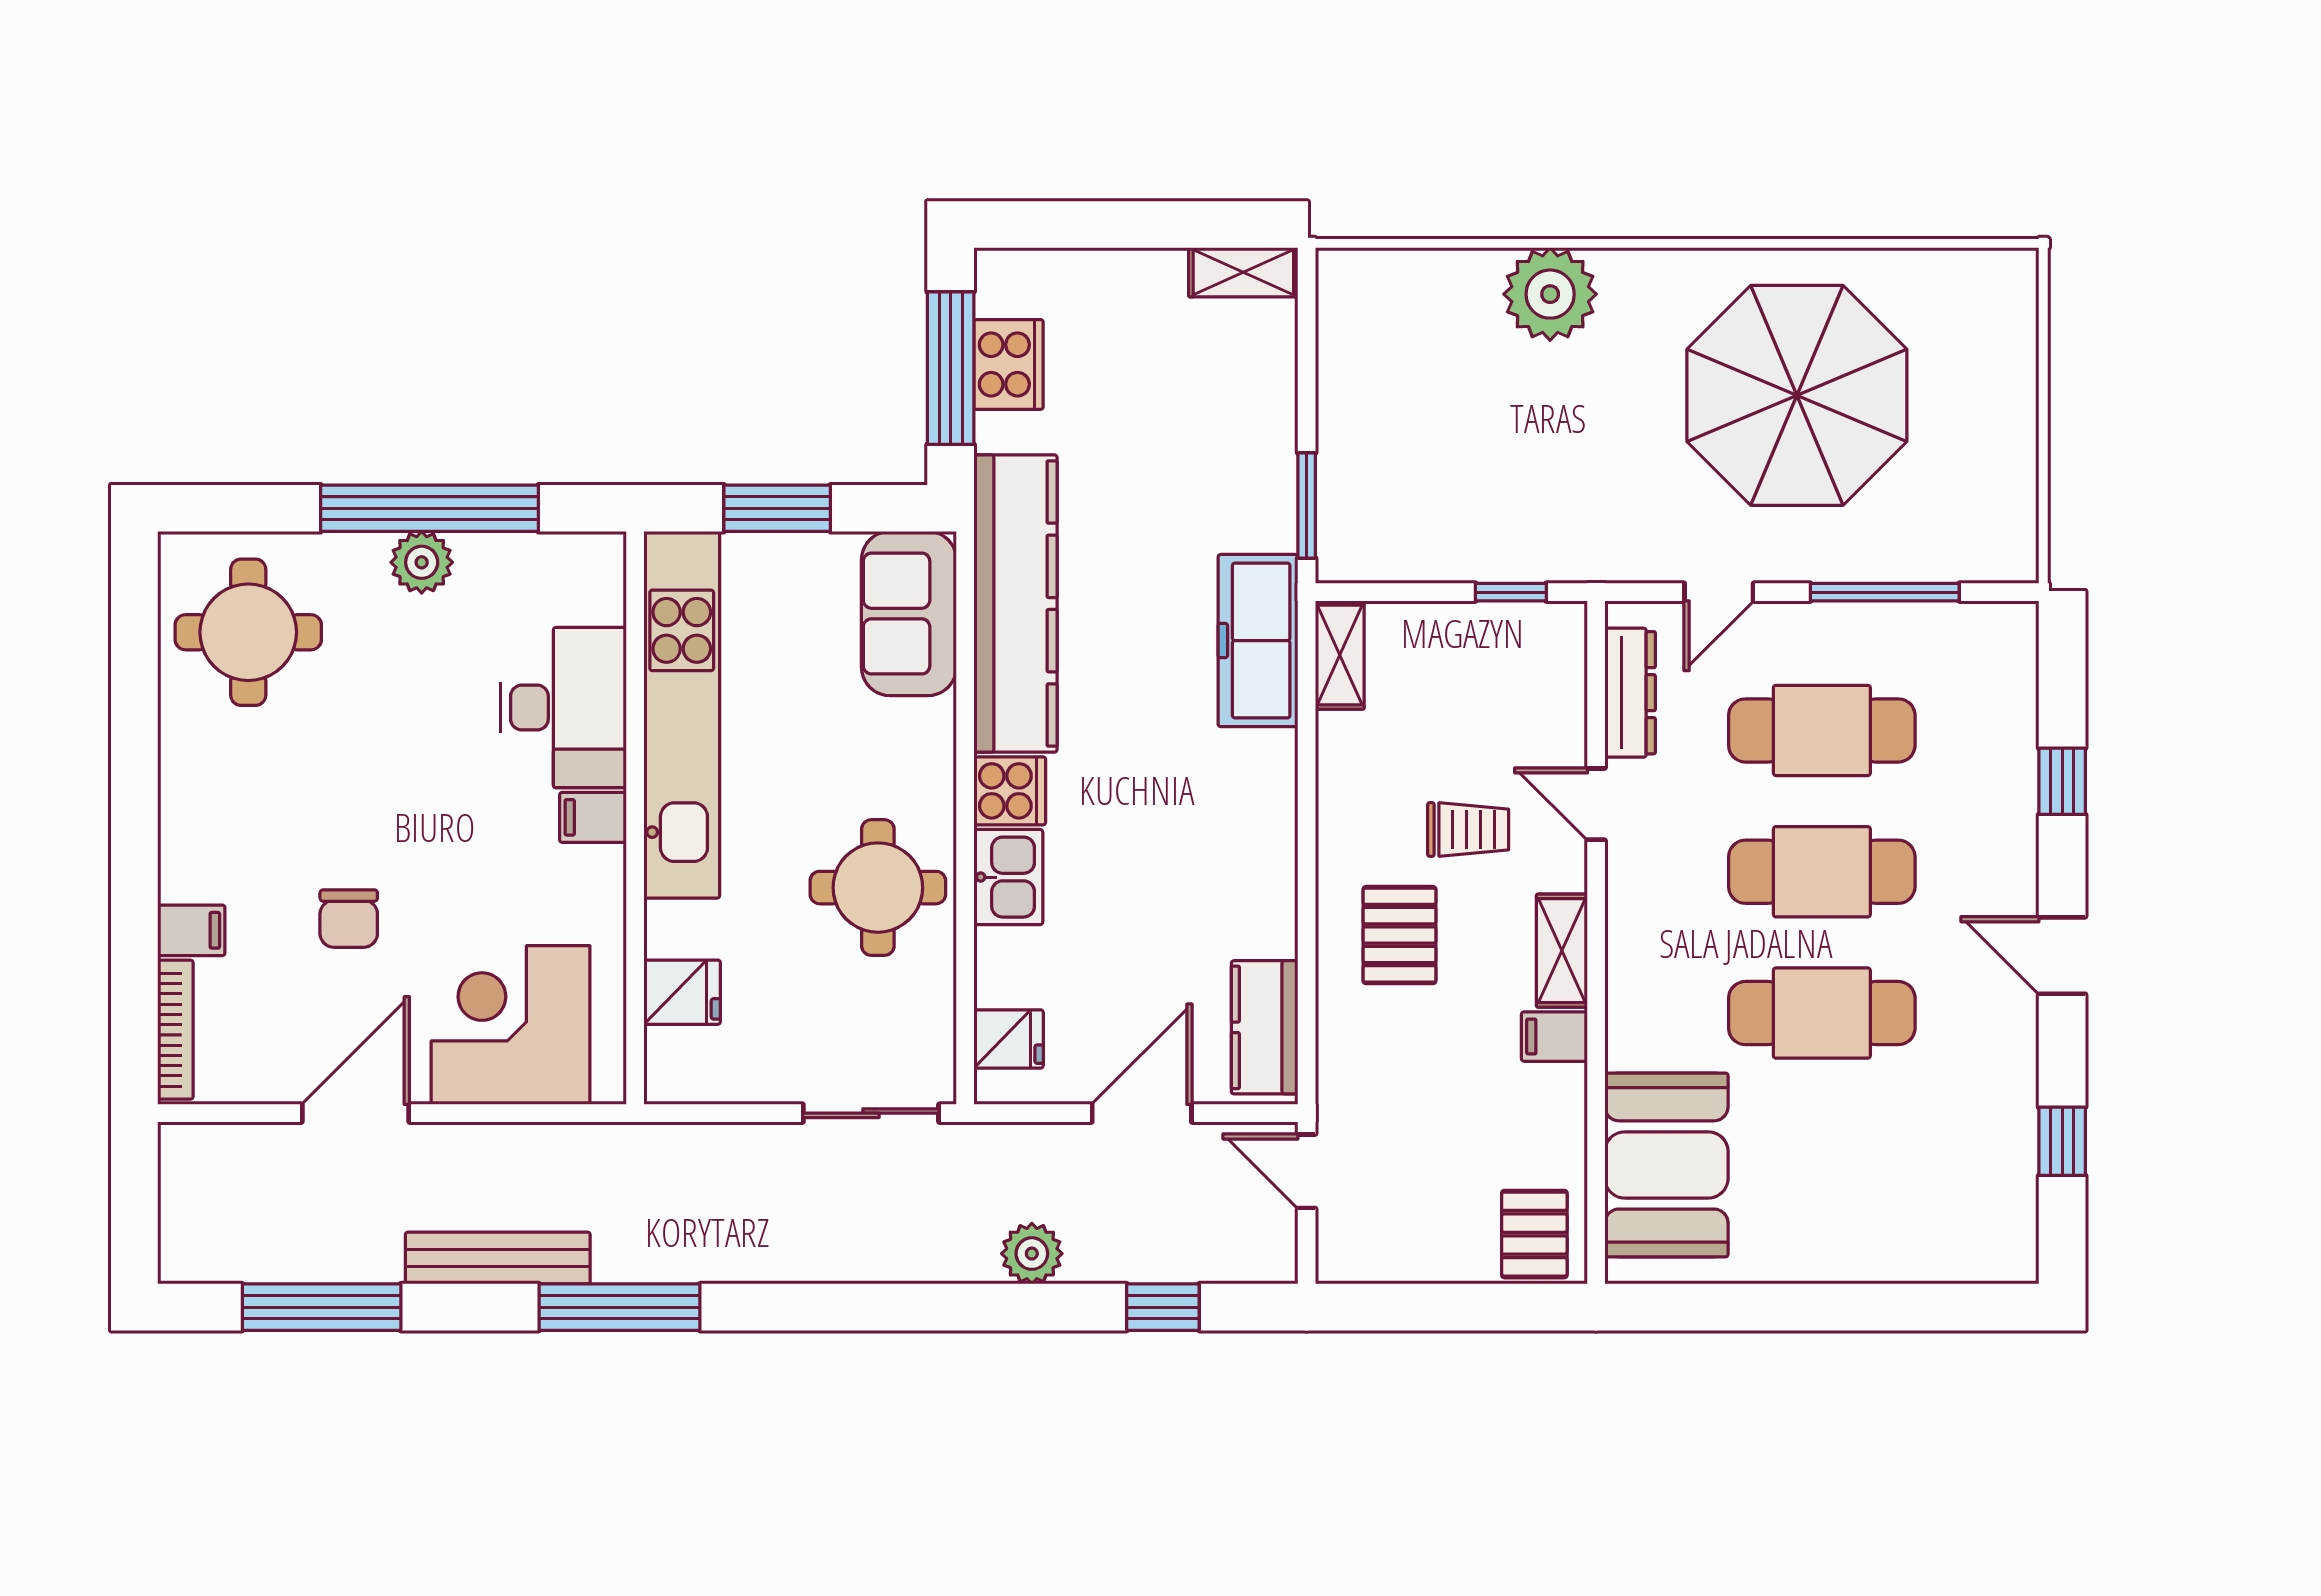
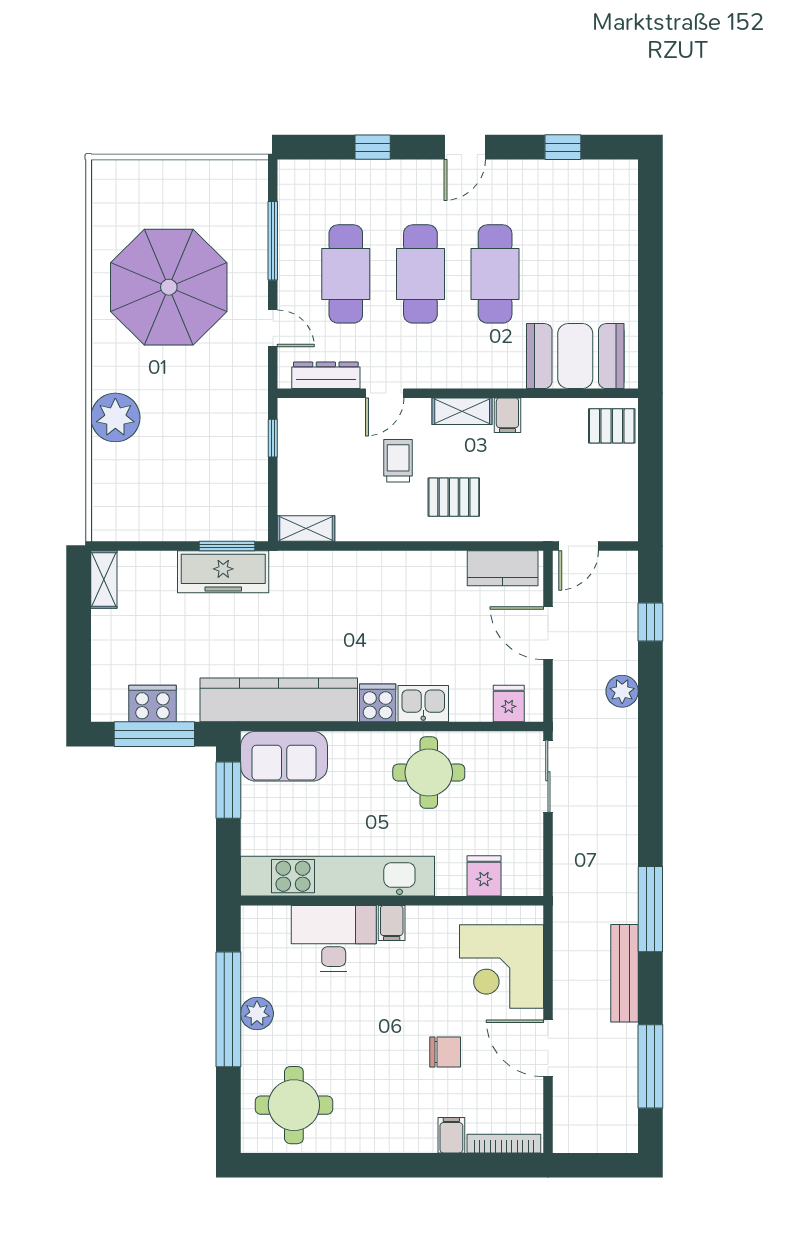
window: (777, 508) -> (228, 790), moved
freezer: (1258, 641) -> (223, 572), moved

